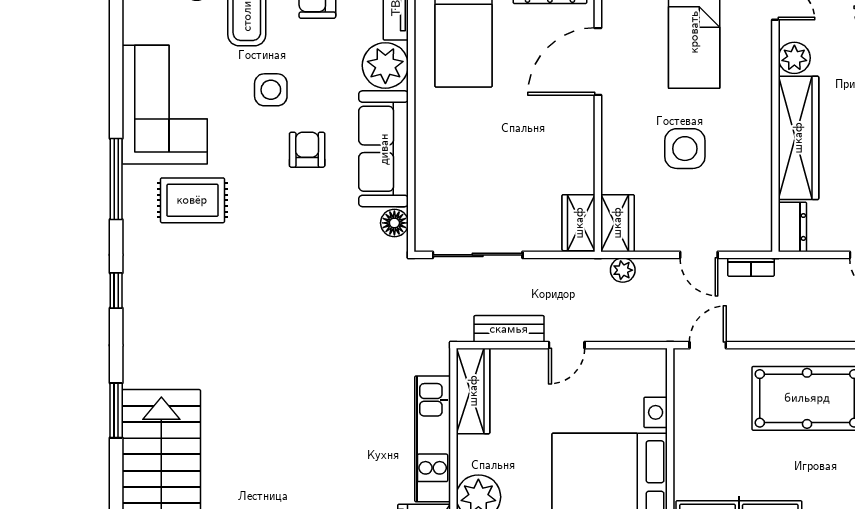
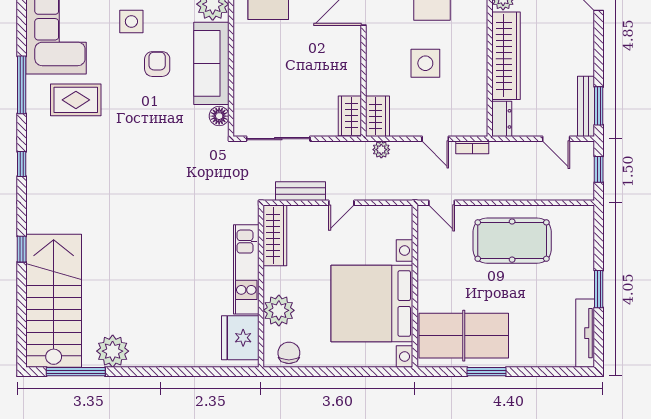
door: (708, 345) -> (442, 203), swing flipped
window: (116, 410) -> (22, 249), width x0.67

